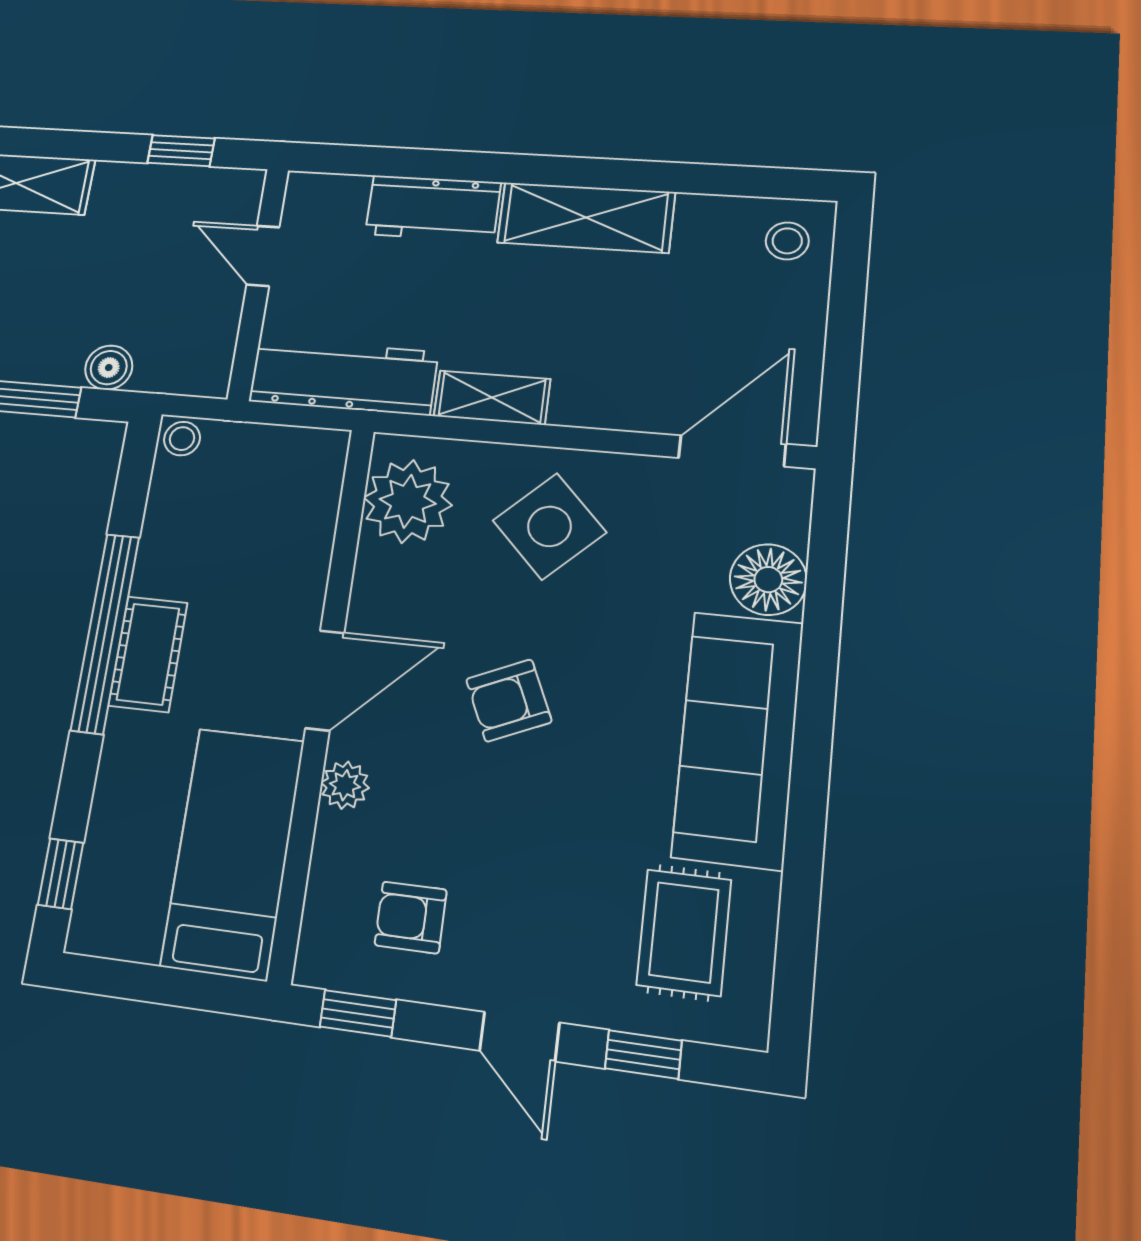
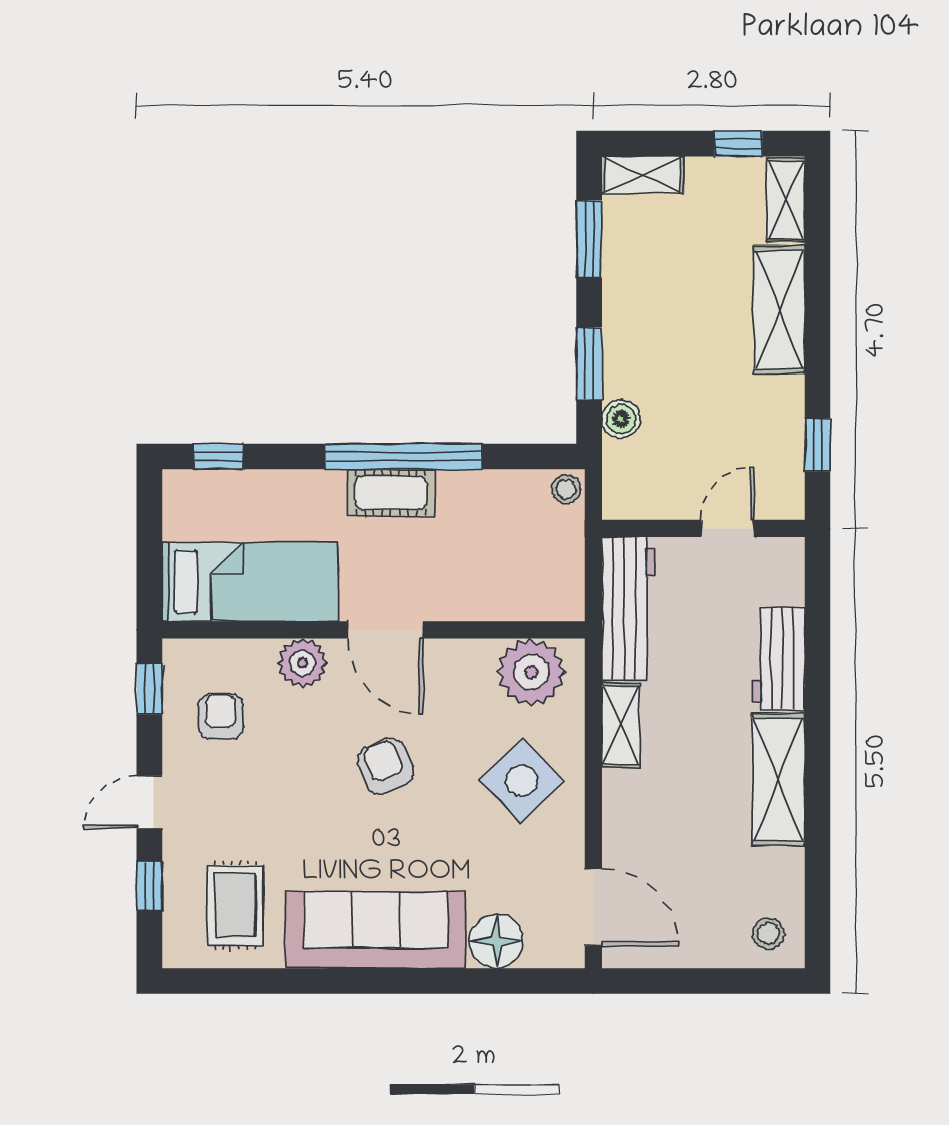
plant: (345, 785) -> (302, 663), width x1.38, depth x1.38
rug: (684, 932) -> (235, 905), turned 90

